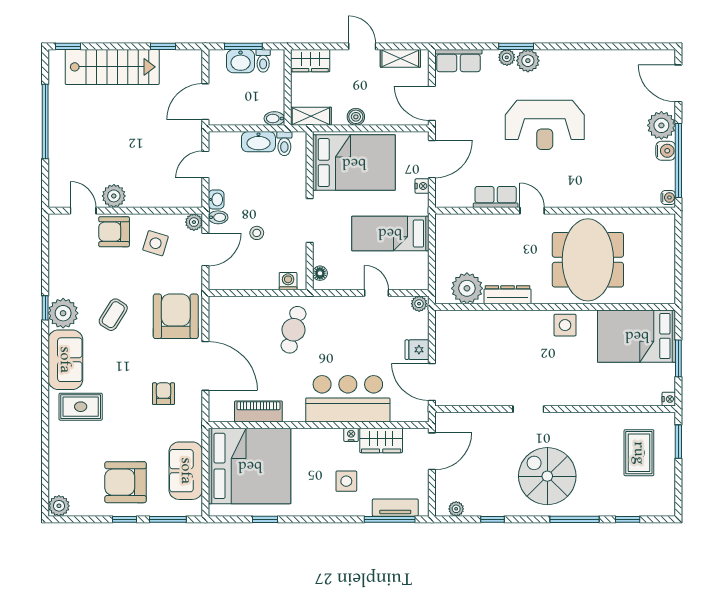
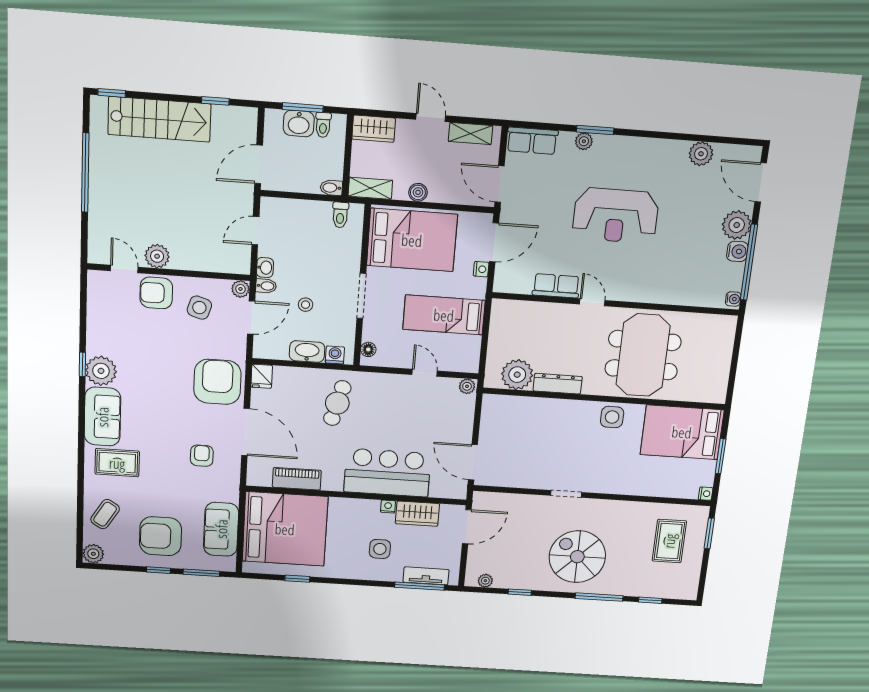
plant: (528, 61) -> (701, 154), moved
washbasin: (258, 142) -> (307, 352), moved, turned 180
coffee table: (113, 315) -> (105, 514), moved
fridge: (417, 350) -> (262, 376), moved, turned -90

